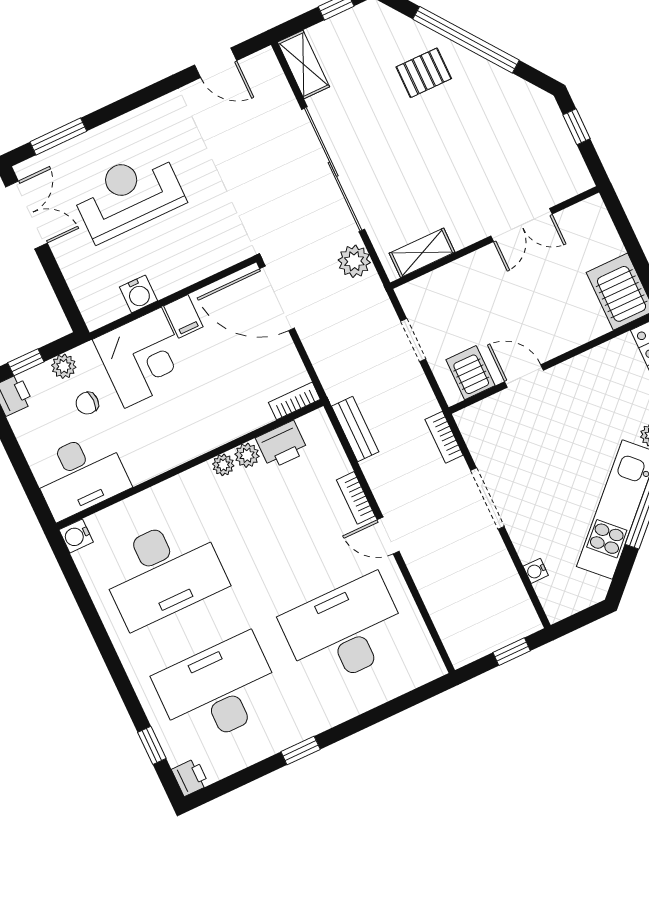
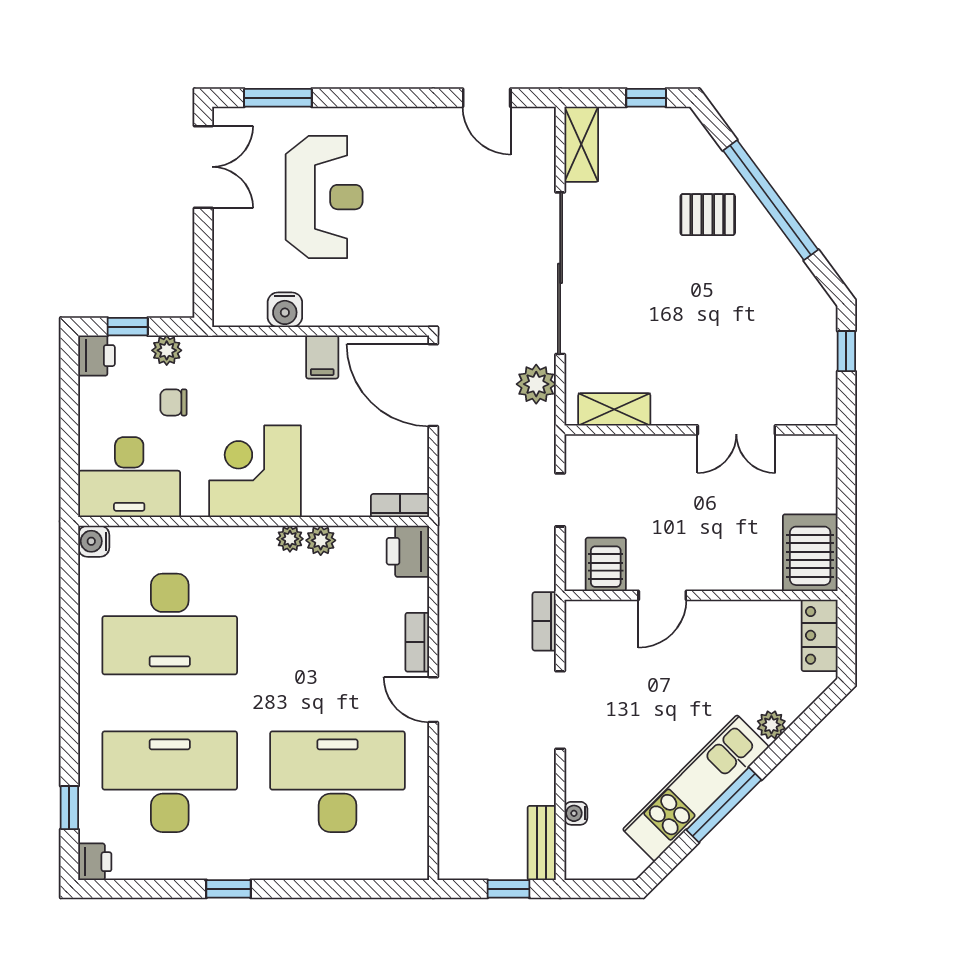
reception desk: (128, 195) -> (324, 197), turned 90
corner desk: (143, 358) -> (255, 471), moved, turned 180
door: (524, 376) -> (662, 595), swing flipped
bench: (355, 429) -> (542, 843), moved
printer: (282, 445) -> (408, 551), moved, turned 90

